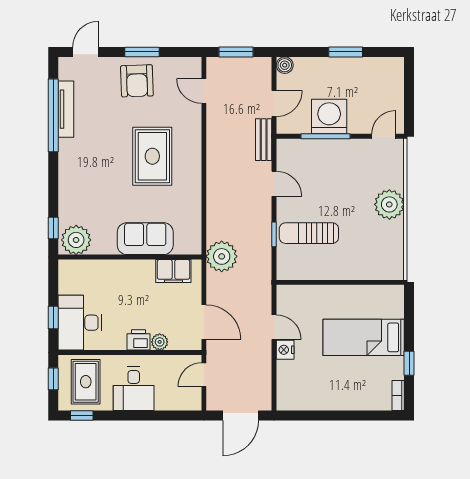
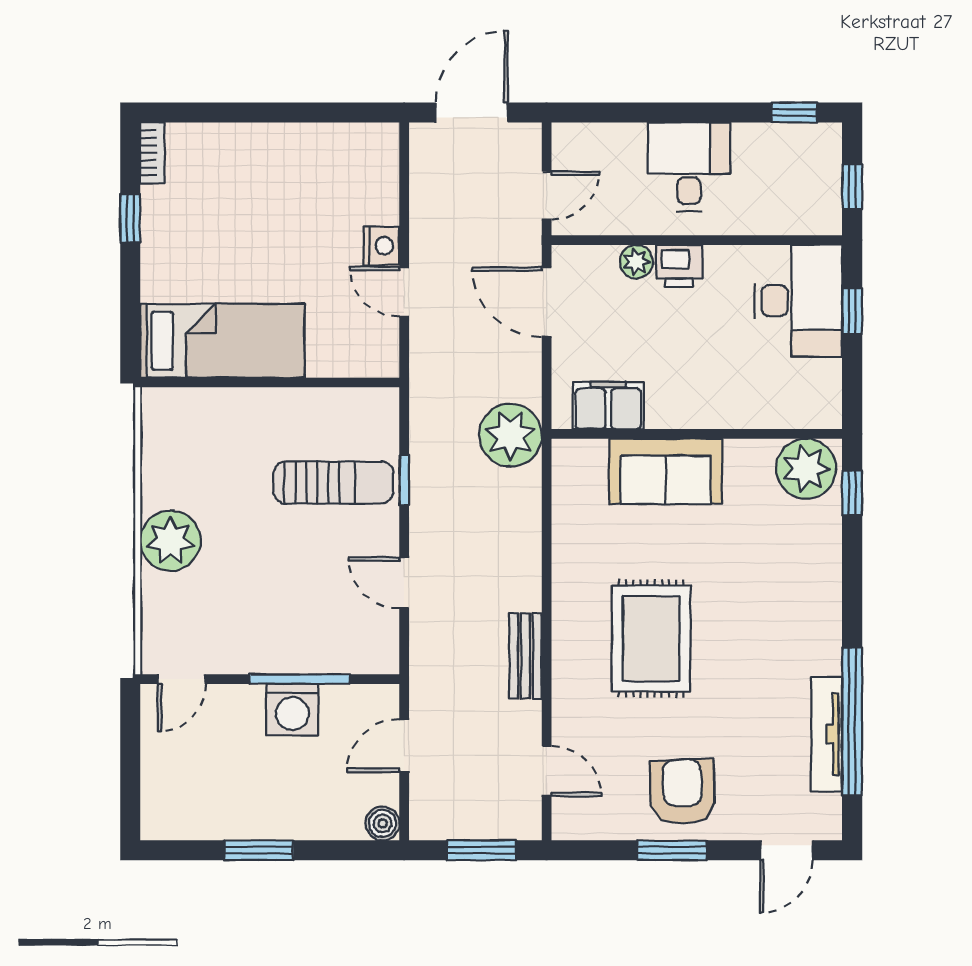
washing machine: (329, 117) -> (292, 710), width x0.73, depth x0.73
bench: (264, 140) -> (525, 656), moved
bed: (364, 337) -> (222, 341), moved
rug: (86, 382) -> (786, 181), removed

